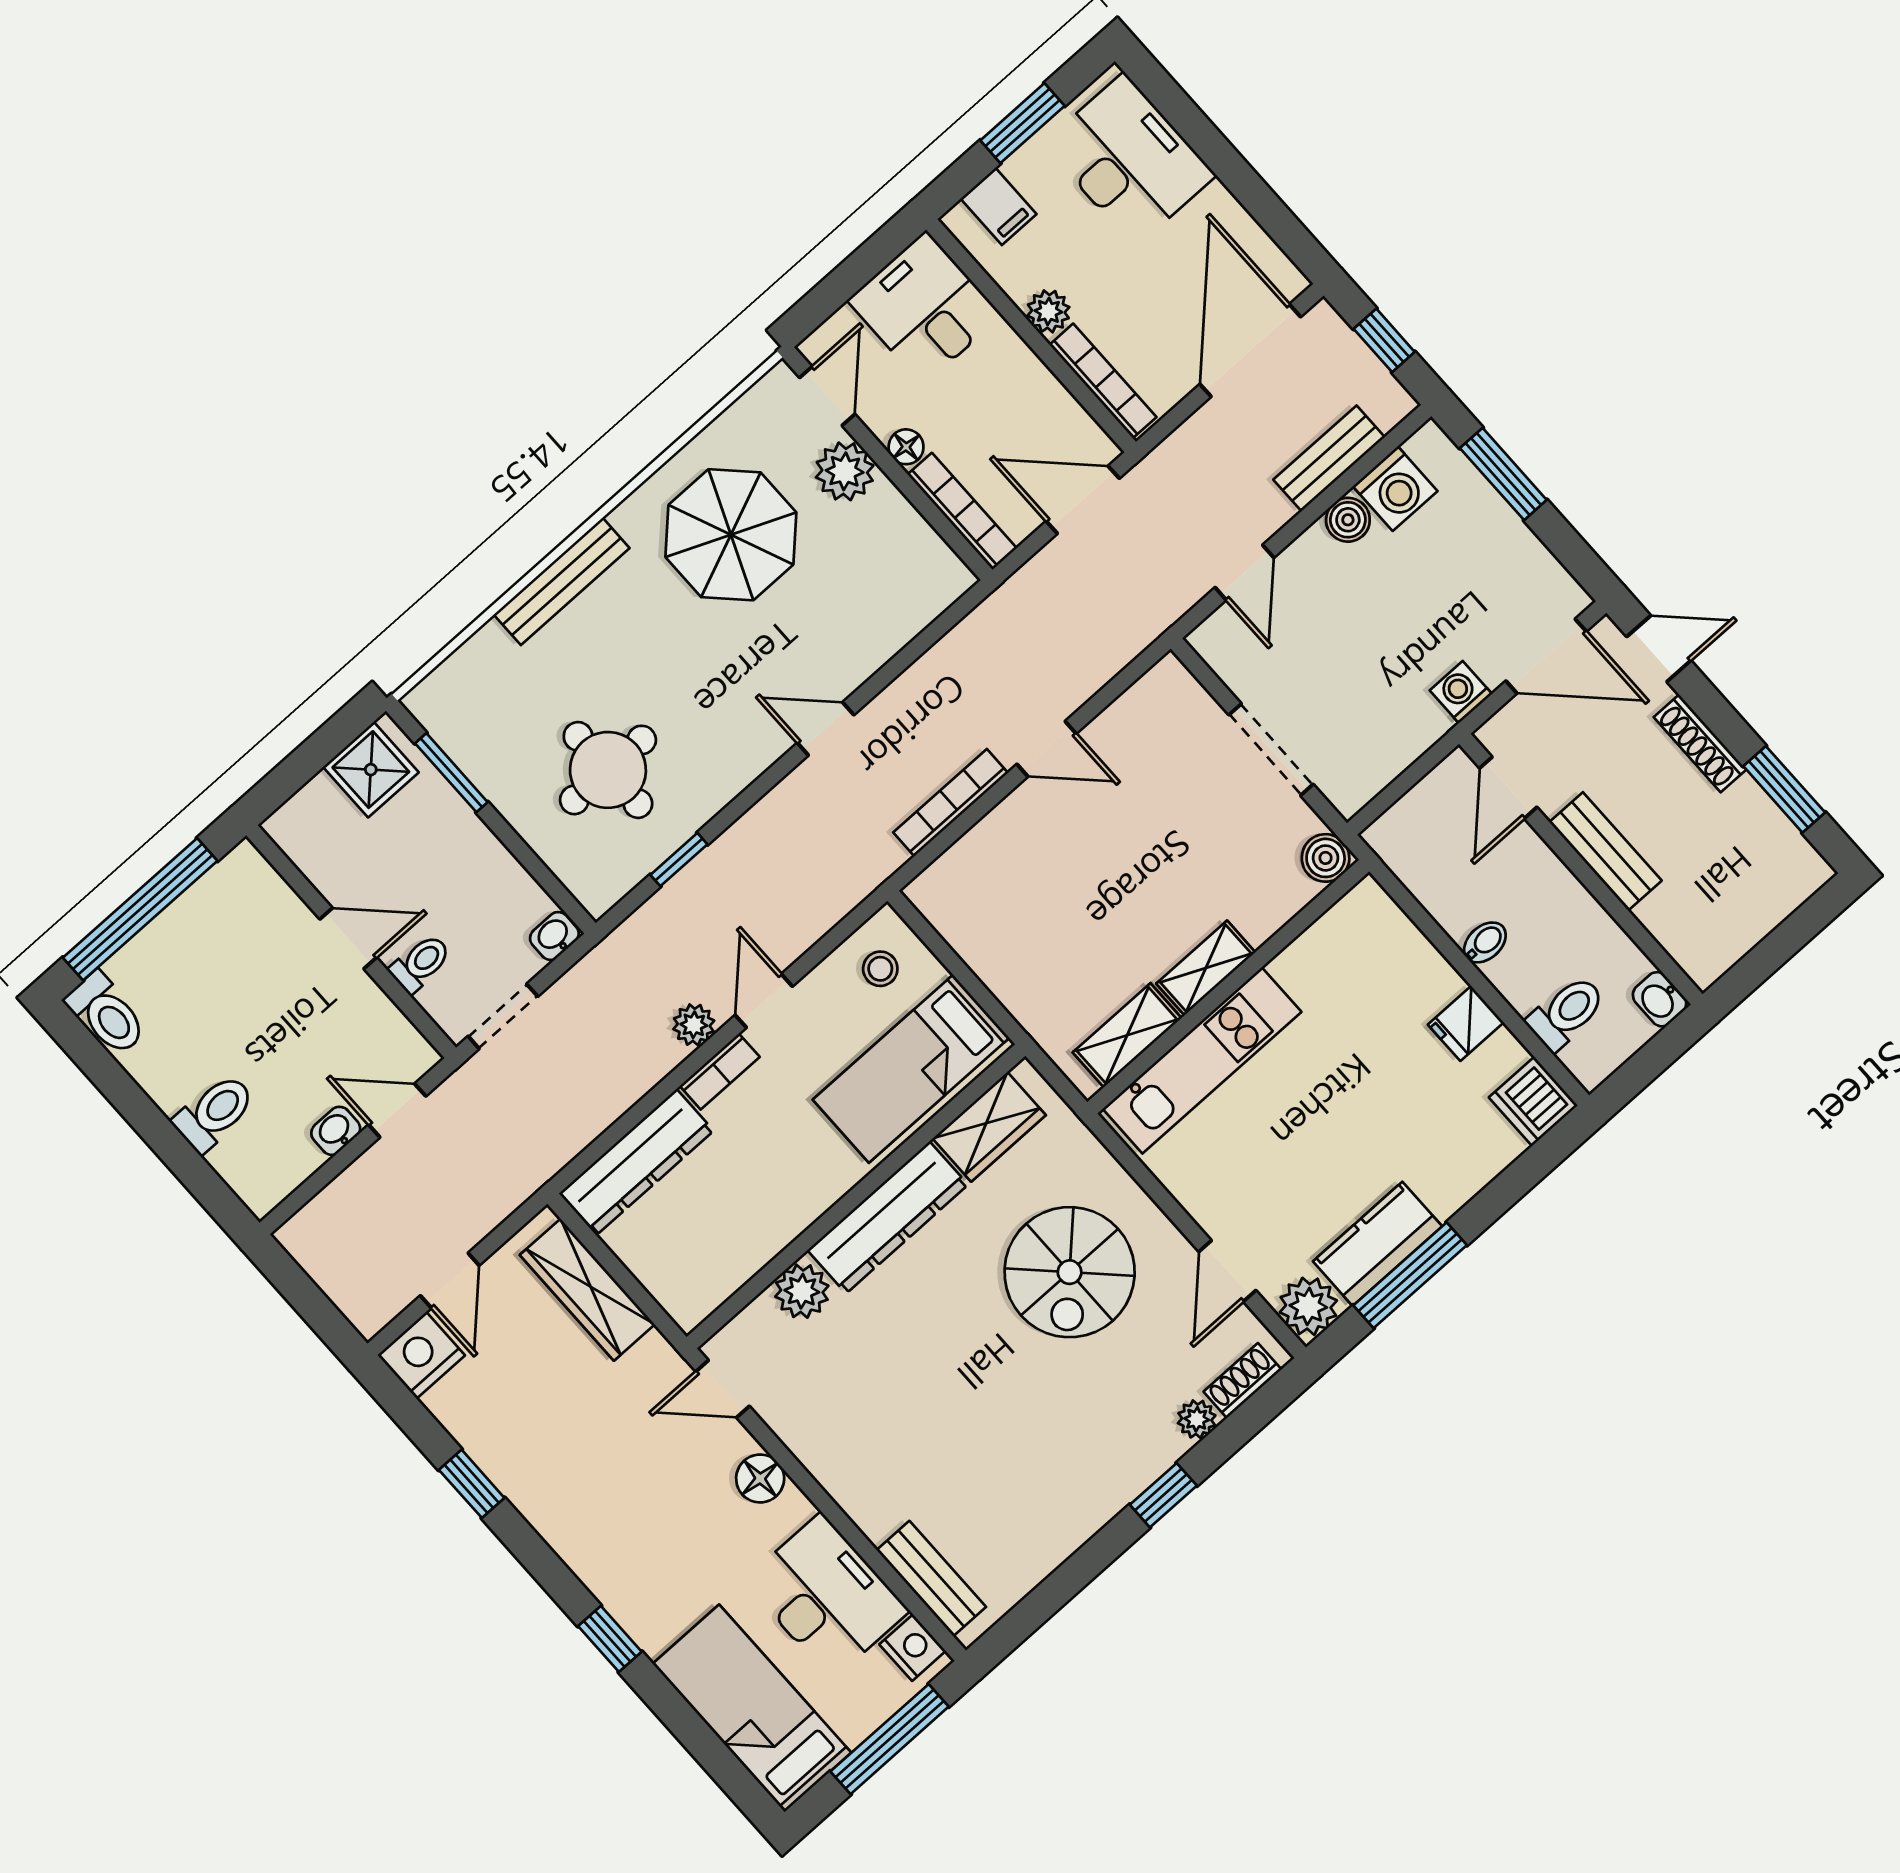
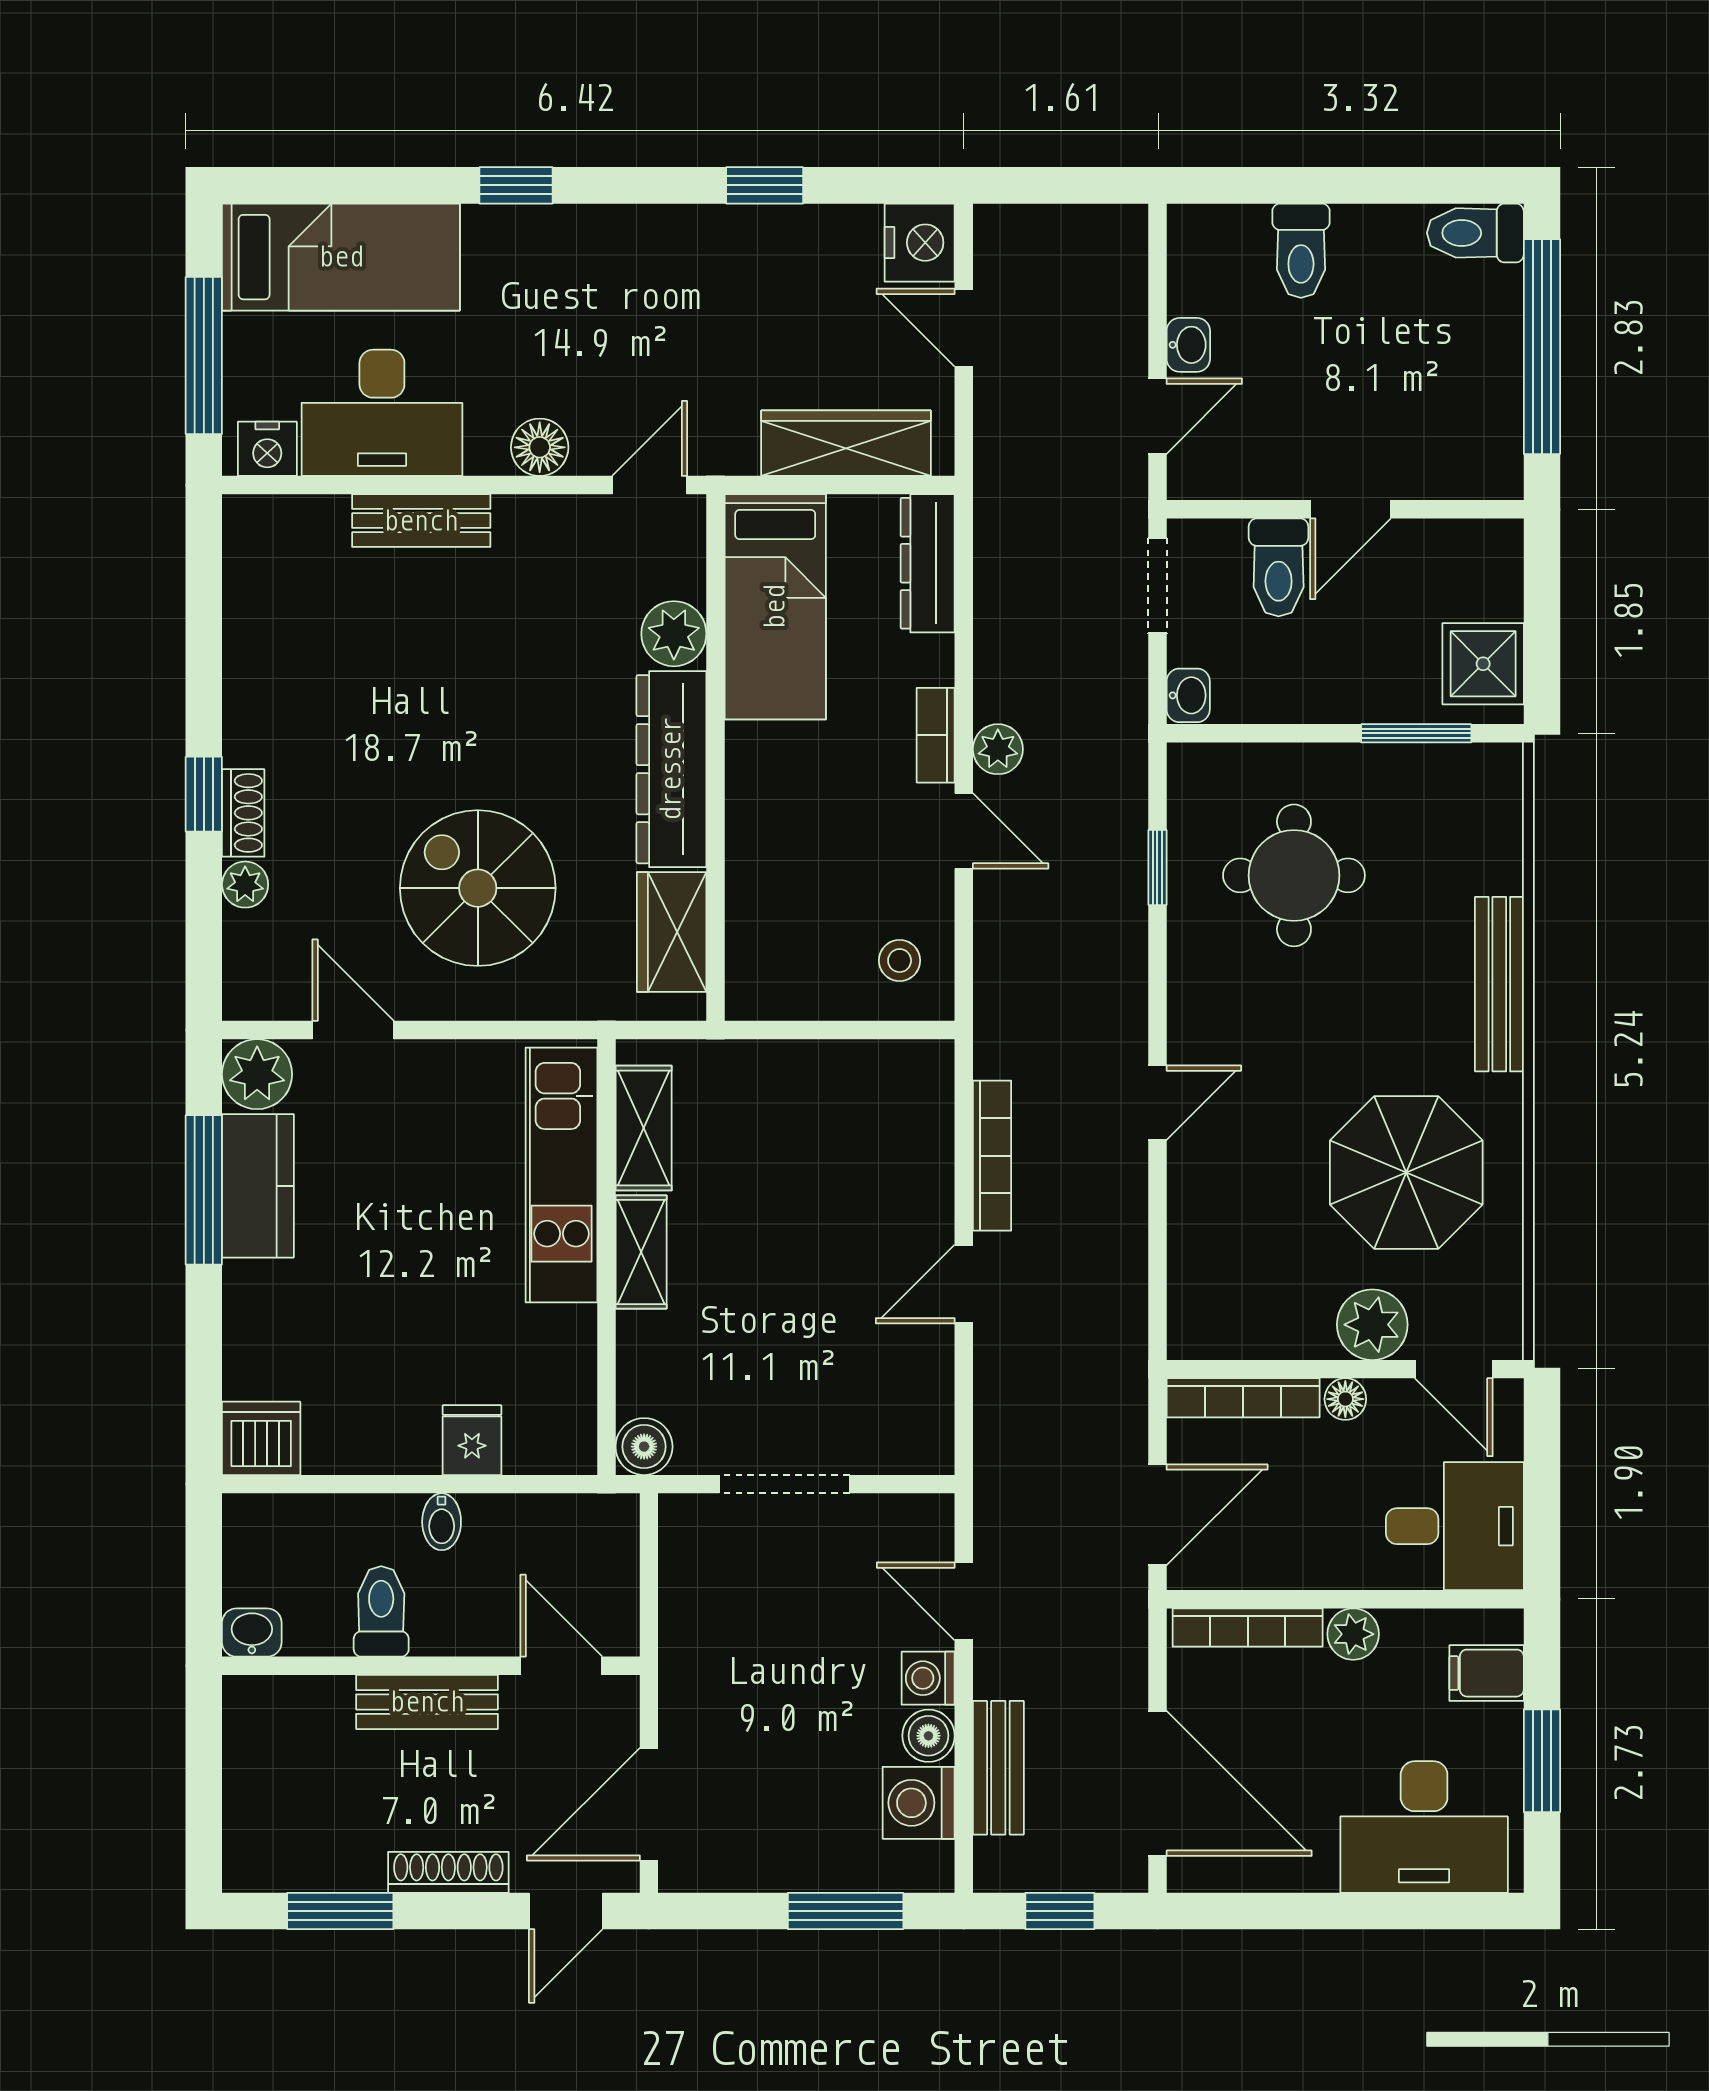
washing machine: (1461, 692) -> (928, 1678), moved, turned 180
toilet: (420, 963) -> (1279, 567), width x1.37, depth x1.39
toilet: (1566, 1013) -> (381, 1611), moved, turned 180
fridge: (1466, 1023) -> (472, 1440), moved
bed: (911, 1069) -> (775, 607), moved, turned 180
dresser: (636, 1162) -> (928, 563), width x0.73, depth x0.80
shoe rack: (1242, 1381) -> (243, 813), moved
bench: (931, 1578) -> (421, 521), moved

